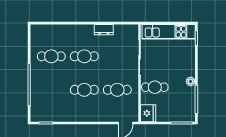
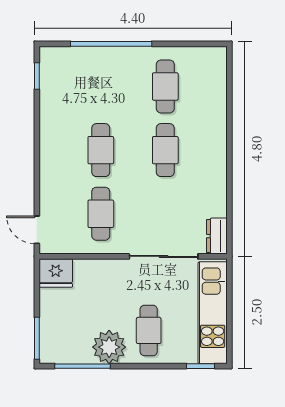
dresser: (104, 30) -> (217, 236), moved
plant: (191, 81) -> (109, 347), width x1.88, depth x1.88
cafe table: (155, 87) -> (149, 330), moved

